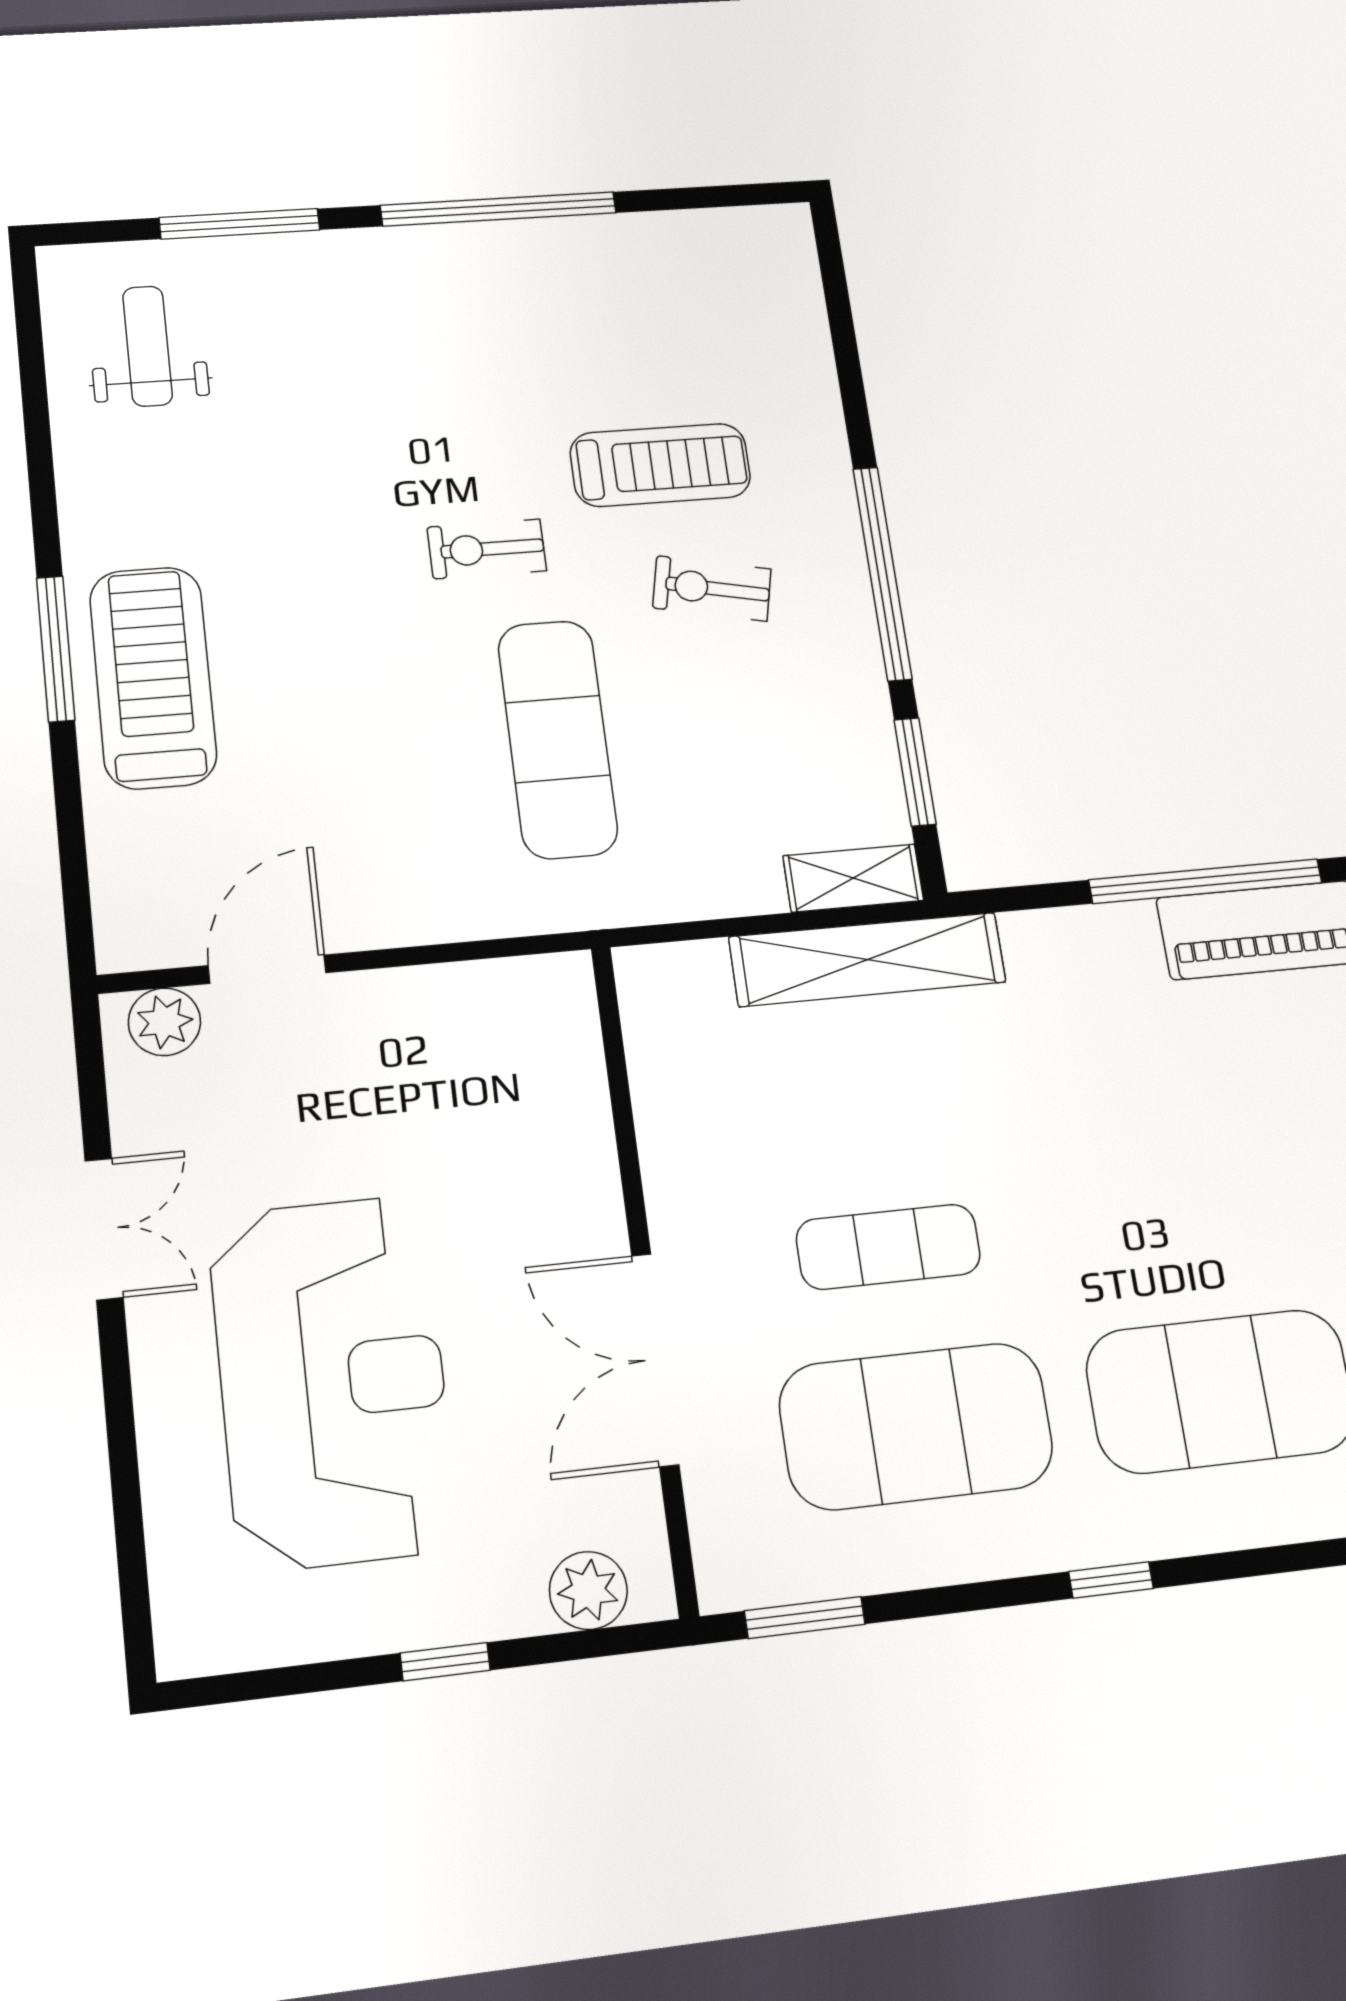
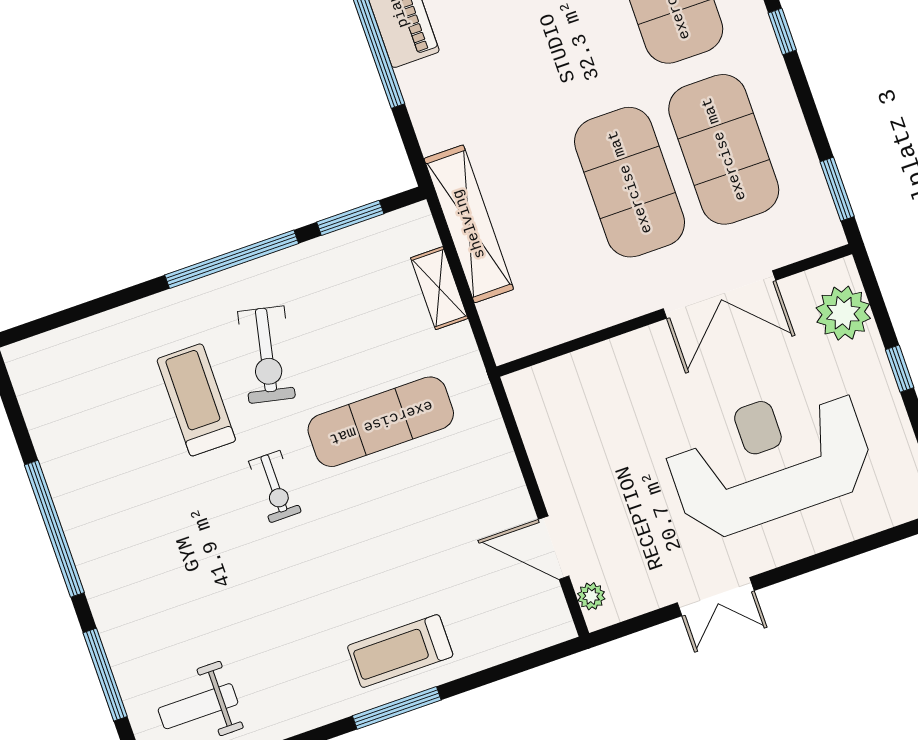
exercise bike: (712, 588) -> (266, 355), width x1.38, depth x1.39
treadmill: (153, 677) -> (400, 651), width x0.73, depth x0.73
shelving: (853, 878) -> (439, 288), moved
plant: (164, 1022) -> (591, 596), width x0.73, depth x0.73
double door: (104, 1229) -> (716, 597), swing flipped
exercise mat: (888, 1247) -> (630, 182), width x2.00, depth x1.45
plant: (588, 1590) -> (843, 313), width x1.36, depth x1.36

